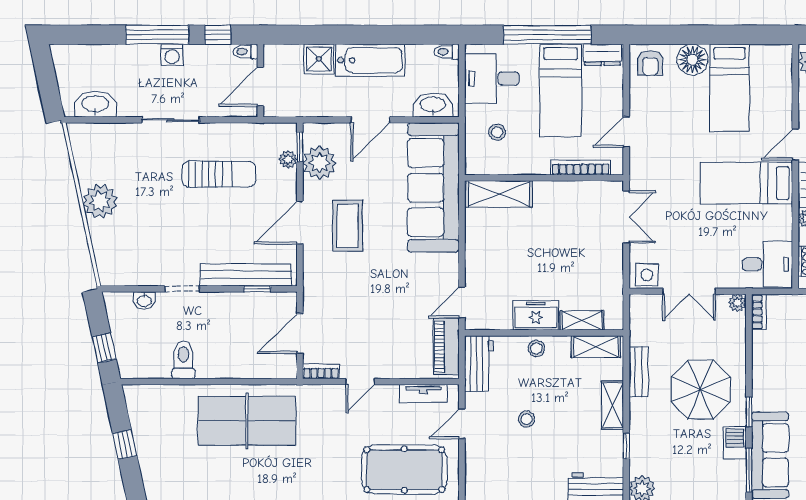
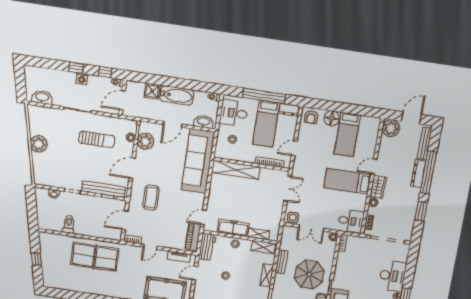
window: (157, 35) -> (76, 68), width x0.46
shelving: (499, 194) -> (236, 170), width x1.47
coffee table: (348, 226) -> (151, 198), moved
freezer: (536, 315) -> (233, 228), width x1.40
window: (104, 348) -> (32, 213), removed

